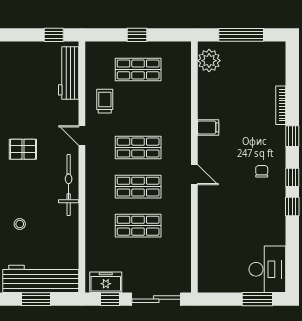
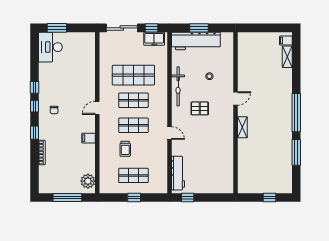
trolley: (105, 101) -> (125, 149), moved
pallet: (23, 149) -> (200, 108), moved
door: (194, 175) -> (97, 108), hinge flipped
bicycle: (69, 185) -> (178, 86), moved
shop shelf: (138, 226) -> (133, 75), width x1.43, depth x1.36

